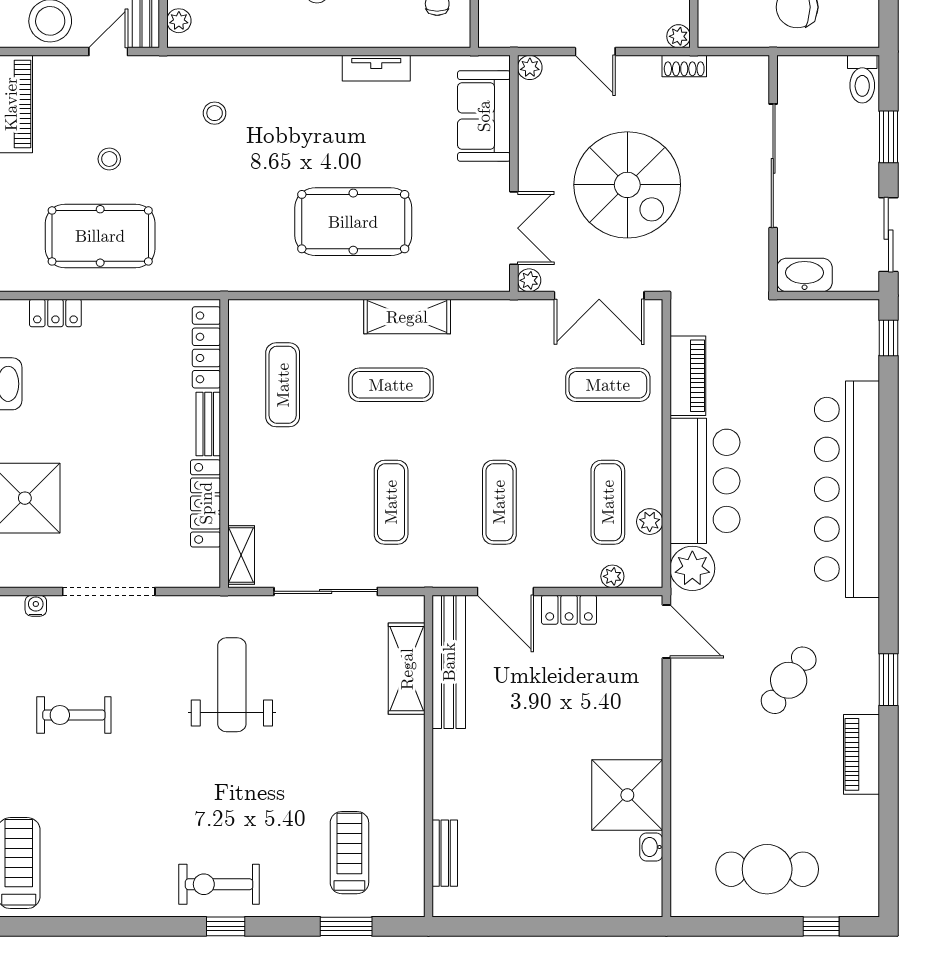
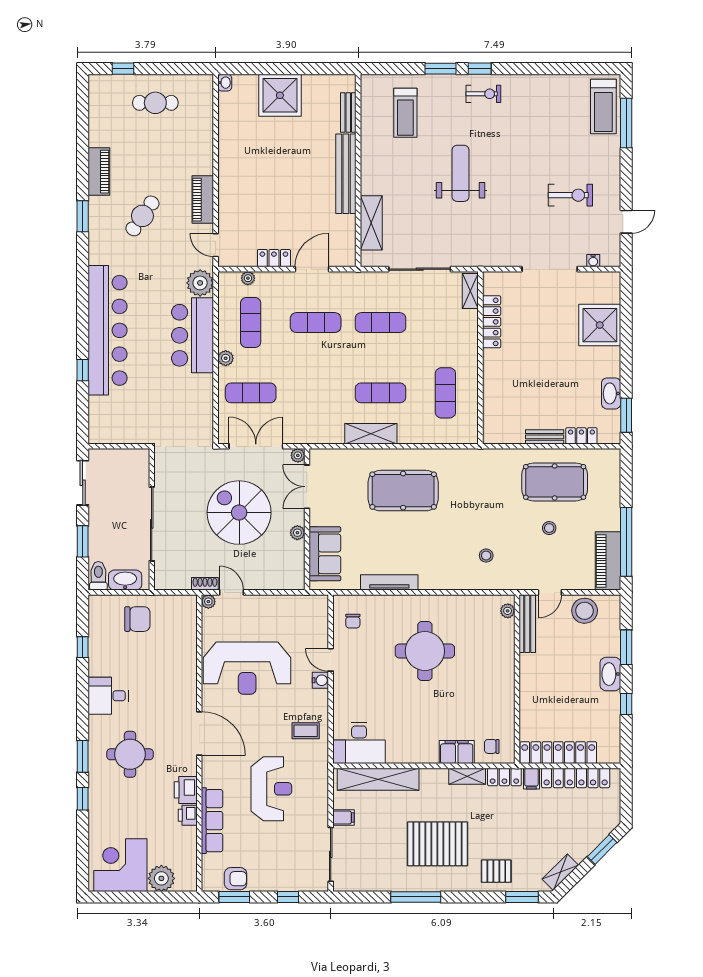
door: (595, 52) -> (232, 592), moved
plant: (530, 67) -> (297, 533), moved
tv unit: (376, 68) -> (389, 582), width x1.41
washbasin: (805, 275) -> (125, 580), moved, turned 180
window: (888, 338) -> (83, 370), moved
locker: (206, 347) -> (491, 415), removed
piano: (688, 376) -> (203, 200), moved
bench: (208, 424) -> (545, 437), moved, turned 90
exercise mat: (391, 502) -> (380, 323), turned 90
exercise mat: (499, 502) -> (316, 323), turned 90
plant: (650, 522) -> (226, 358), moved
door: (505, 591) -> (312, 269), hinge flipped
door: (666, 632) -> (216, 245), width x0.73
bench: (449, 662) -> (346, 174), moved
weight bench: (232, 685) -> (461, 173), moved, turned 180
shower: (627, 795) -> (280, 95), moved
washbasin: (651, 847) -> (225, 83), moved
cafe table: (767, 869) -> (155, 103), width x0.73, depth x0.74
exercise bike: (219, 884) -> (483, 94), width x0.73, depth x0.72
window: (346, 926) -> (440, 69), moved

